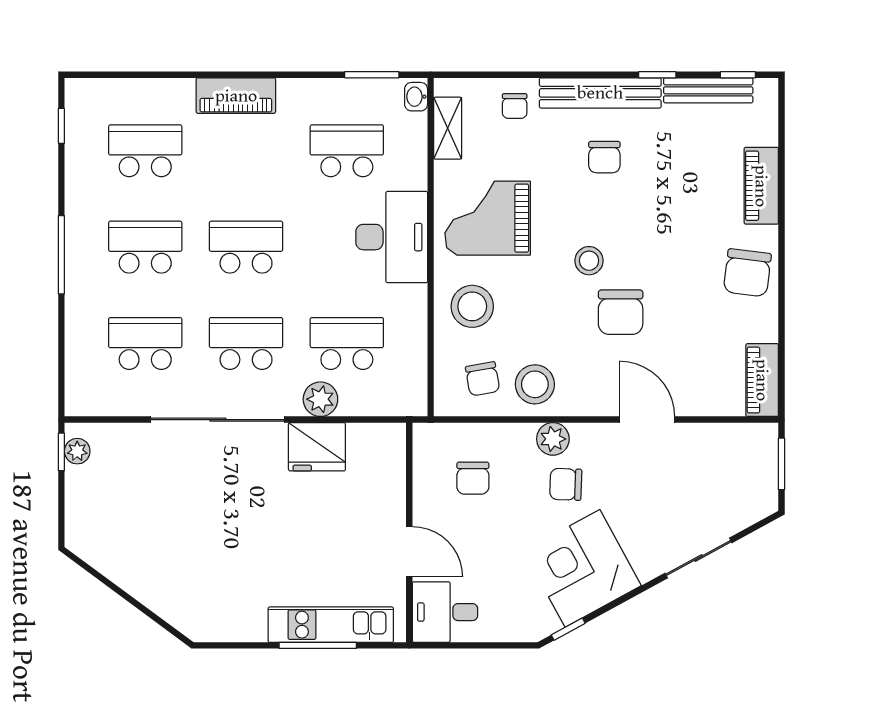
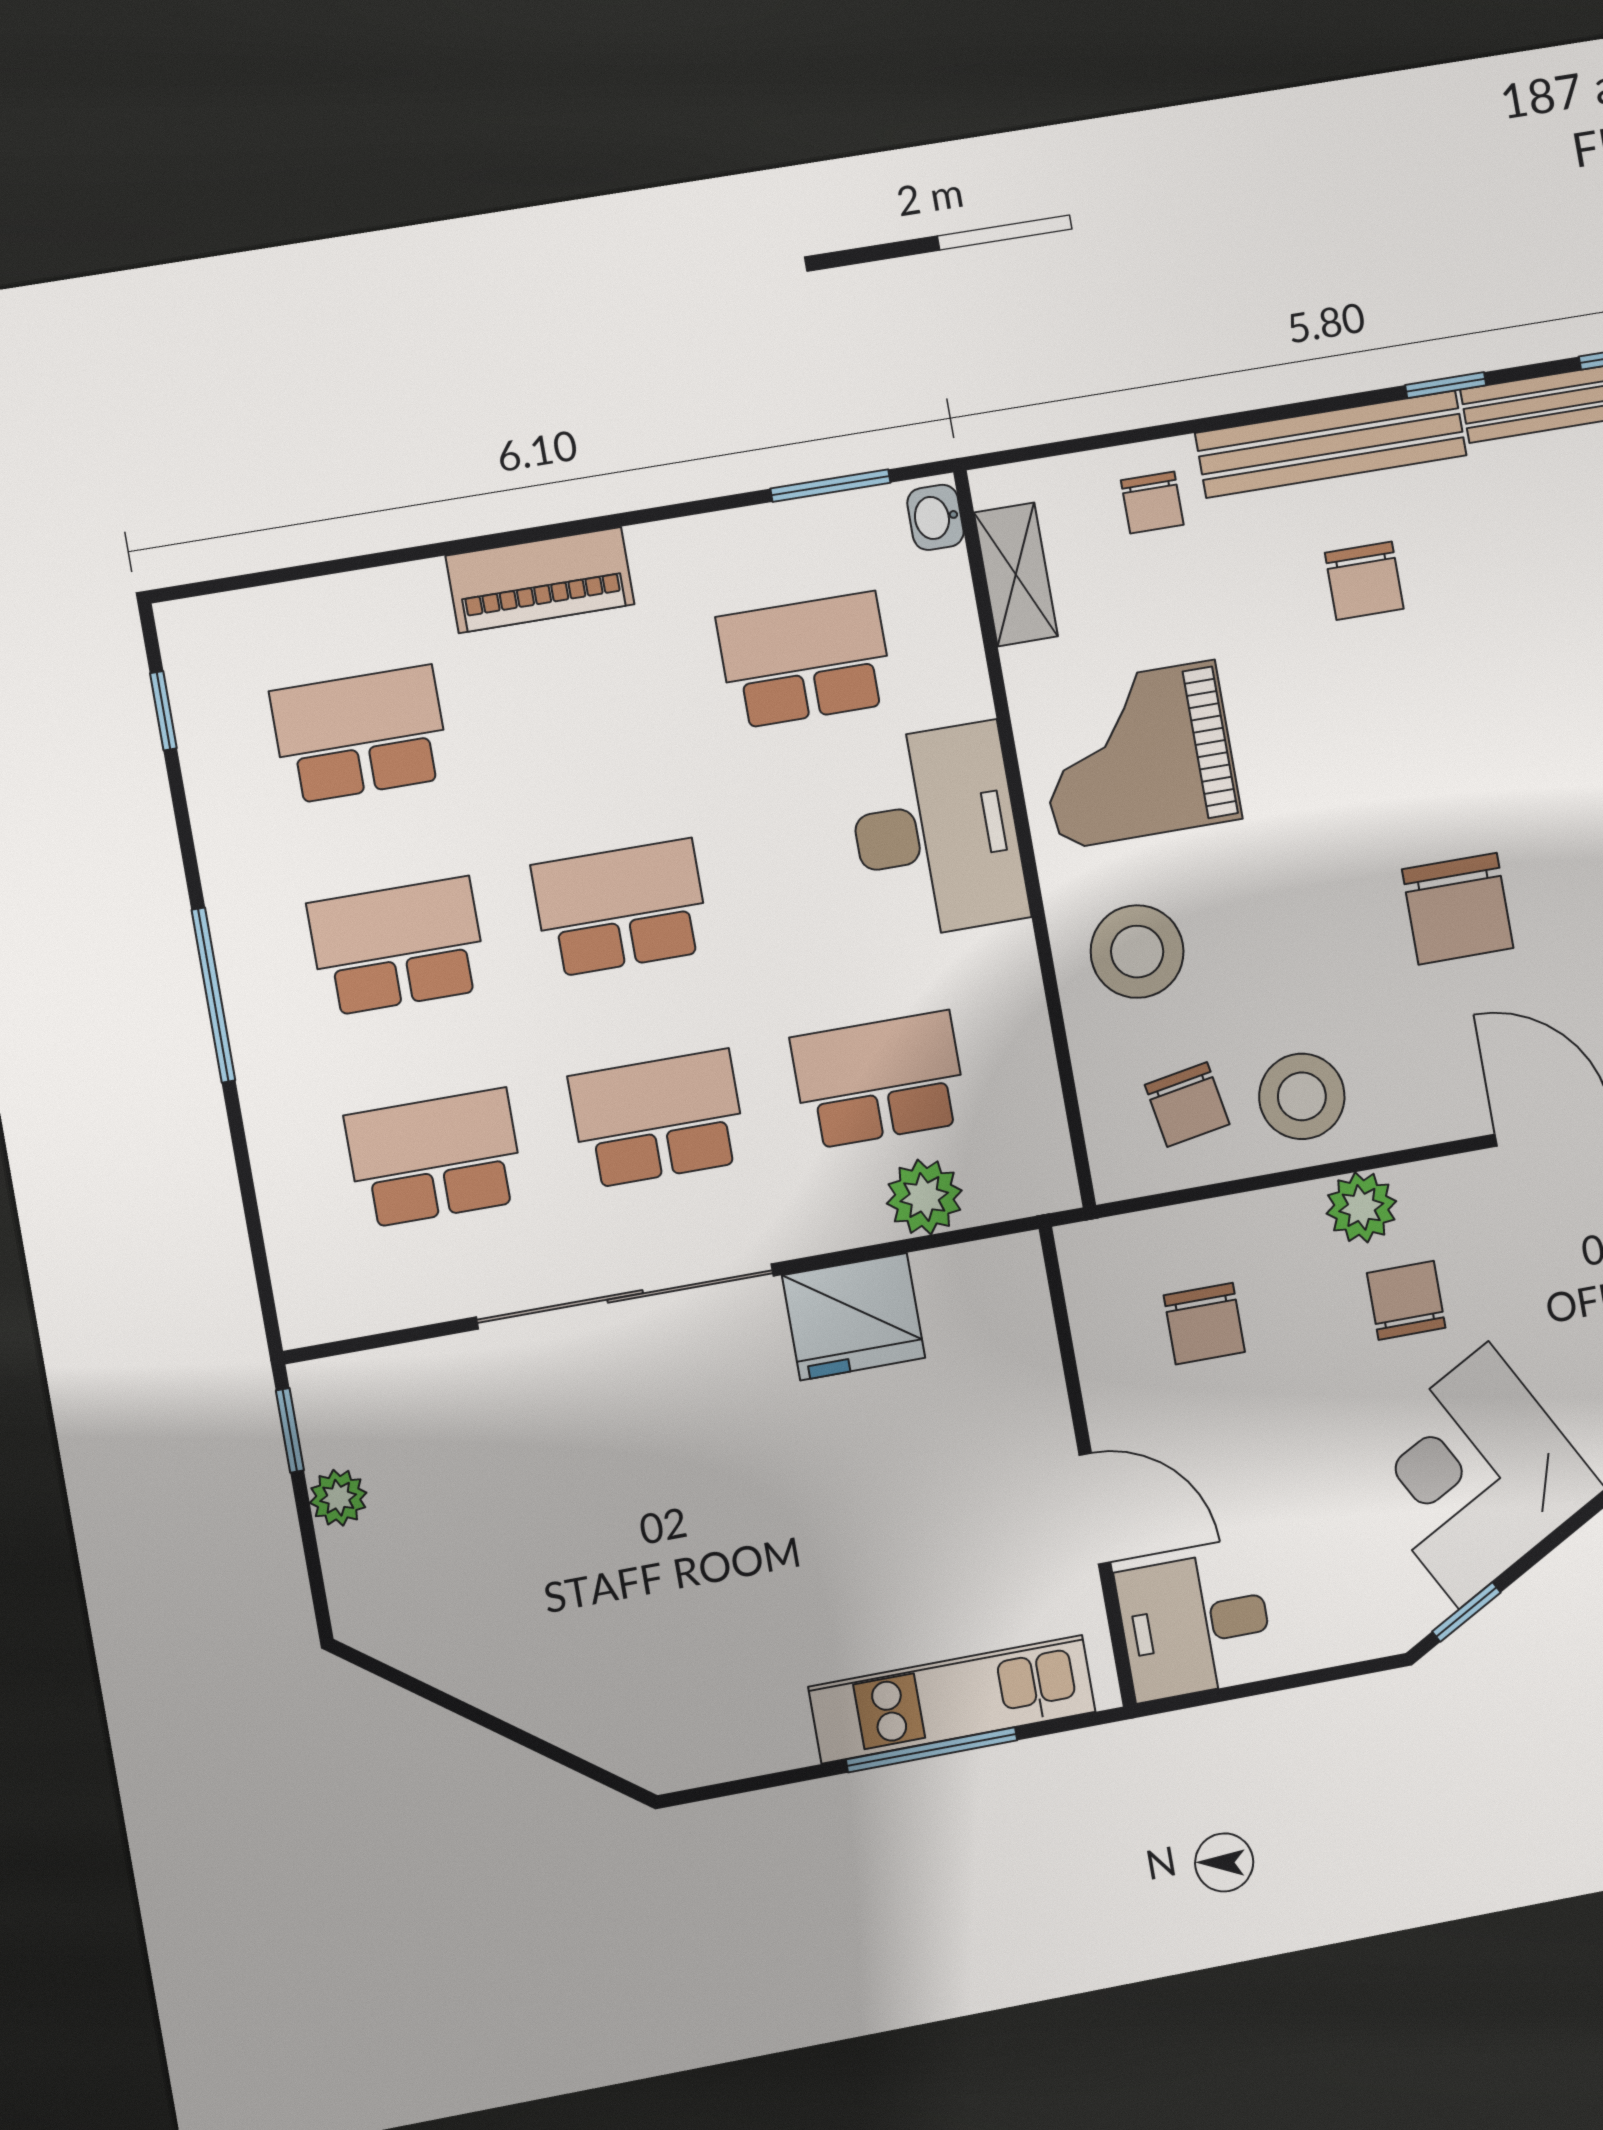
stool: (589, 261) -> (1371, 809), removed
plant: (320, 399) -> (924, 1197), moved
plant: (77, 451) -> (338, 1498), moved
chair: (566, 484) -> (1406, 1300), turned 88

